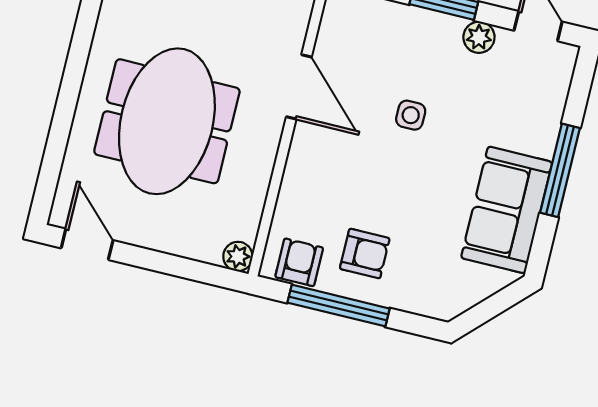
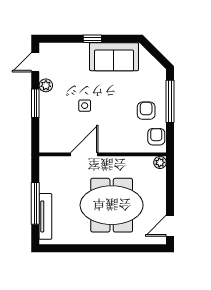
window: (560, 170) -> (92, 39), width x0.46
armchair: (299, 262) -> (156, 137), turned 90
window: (339, 306) -> (170, 101), moved

